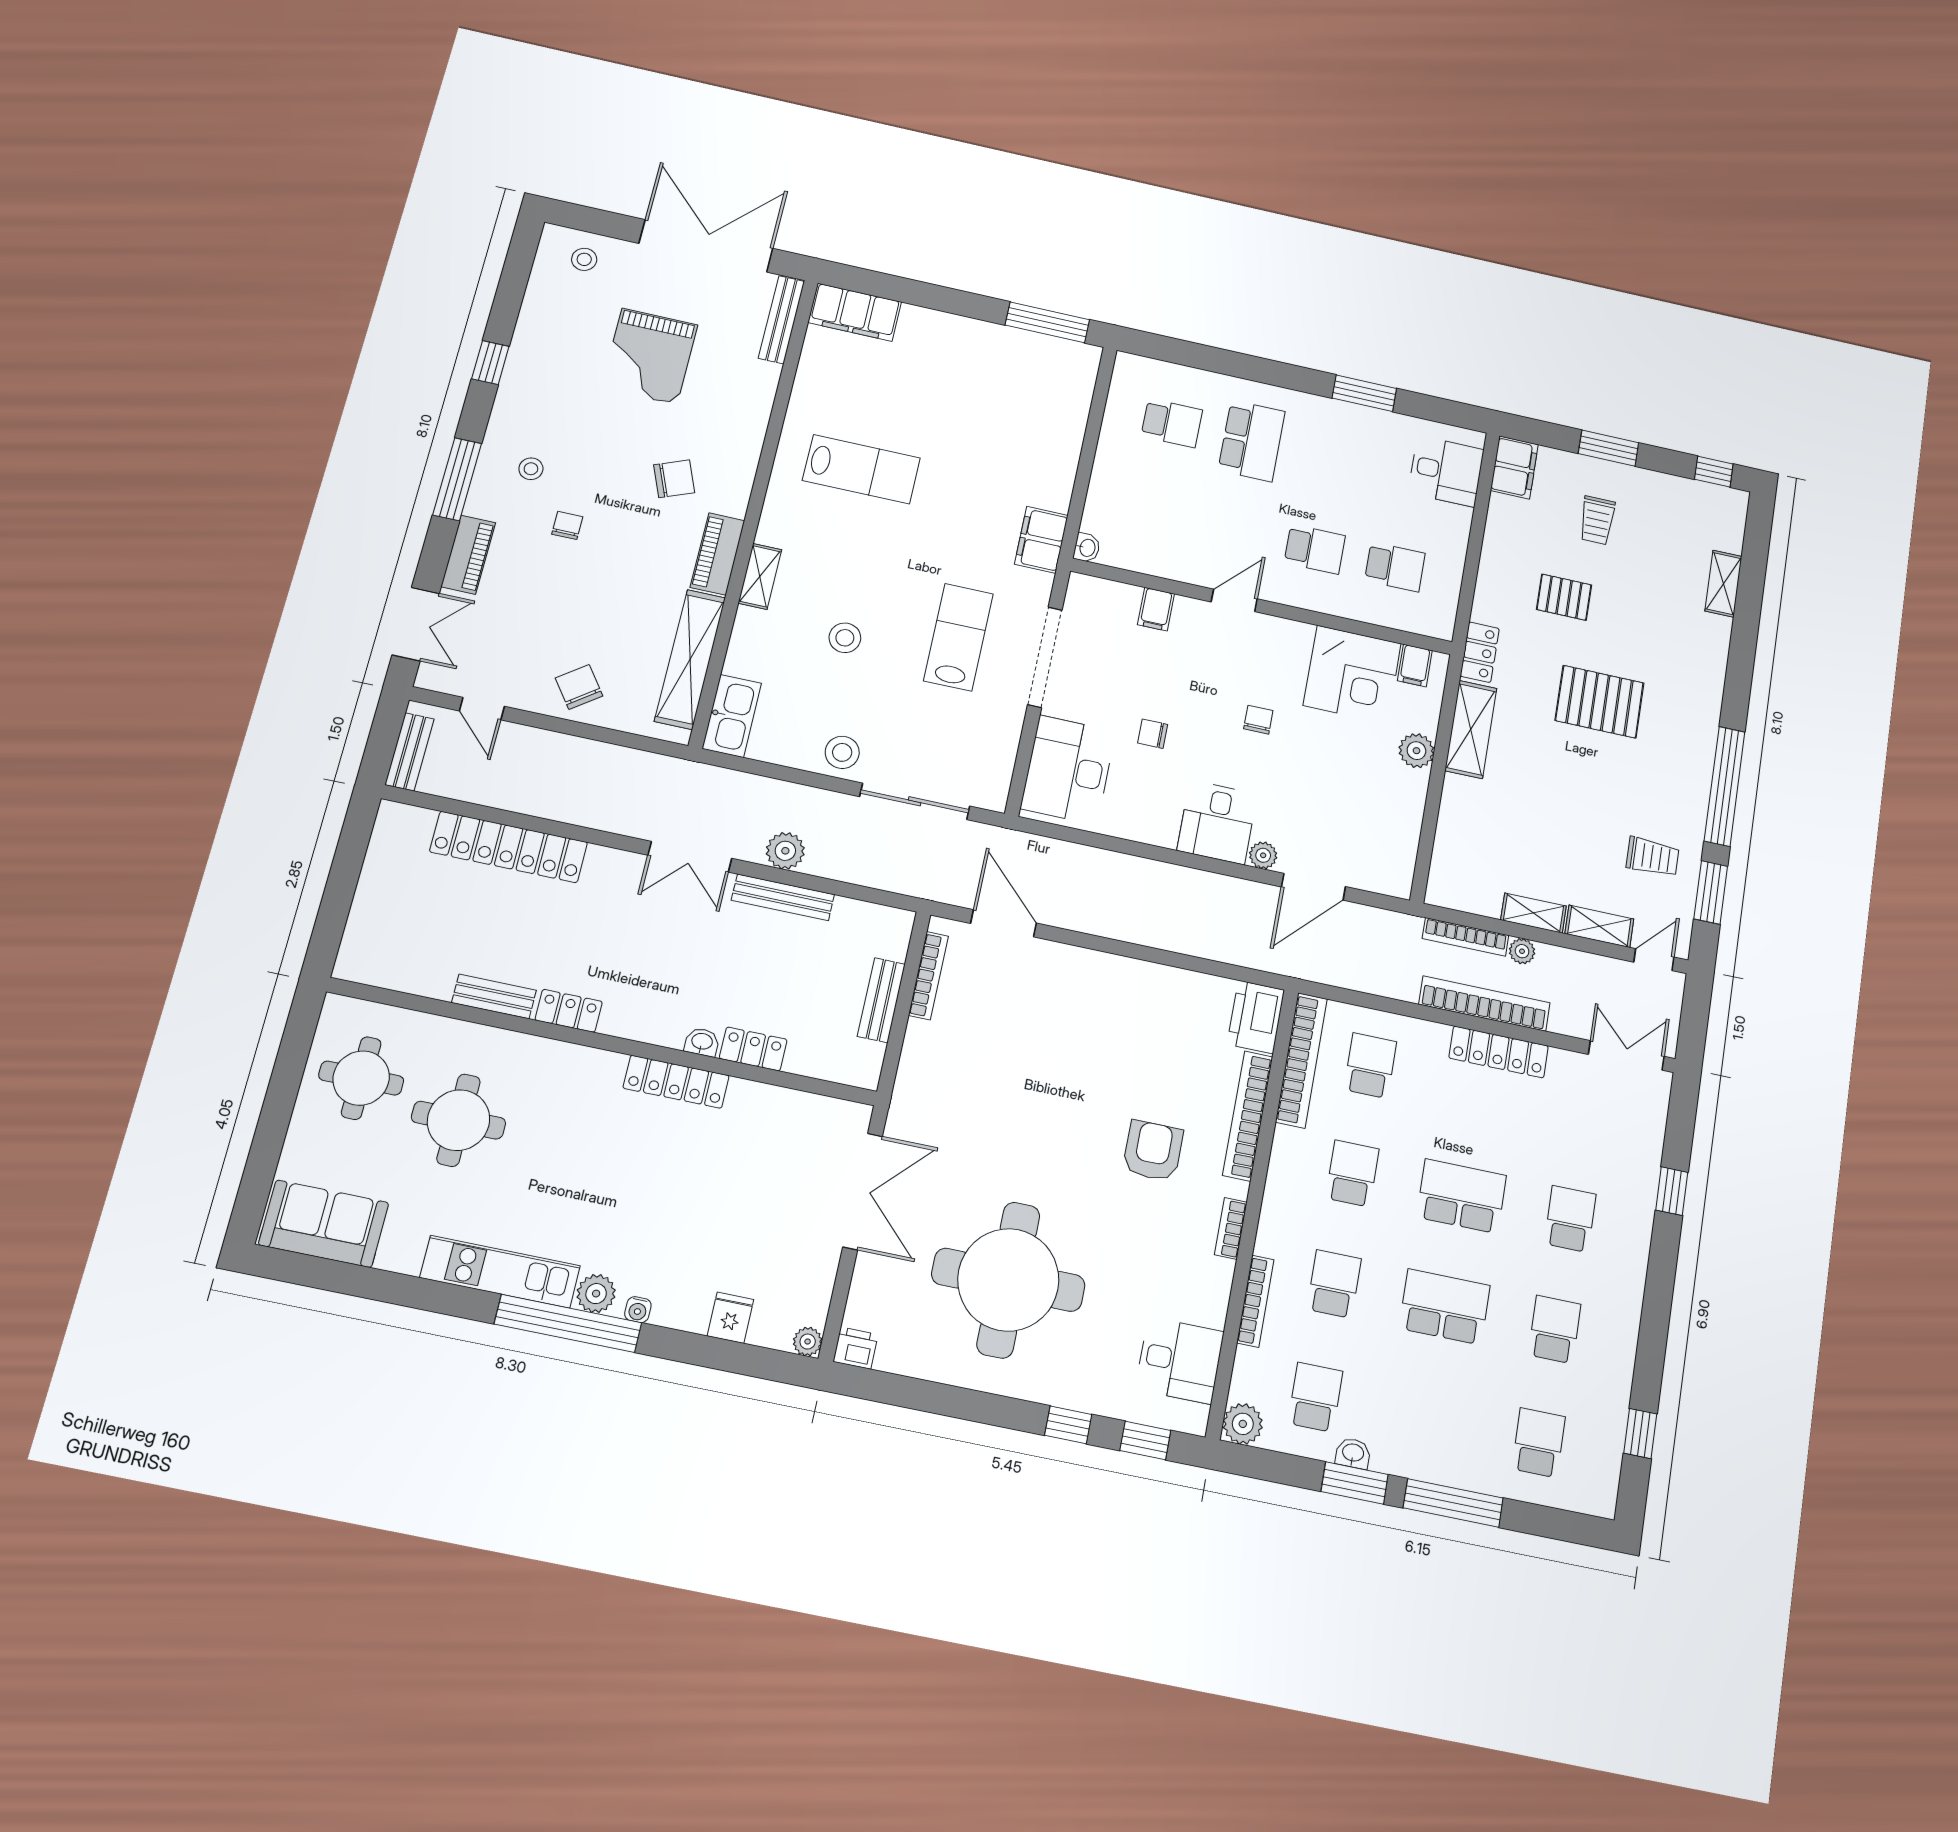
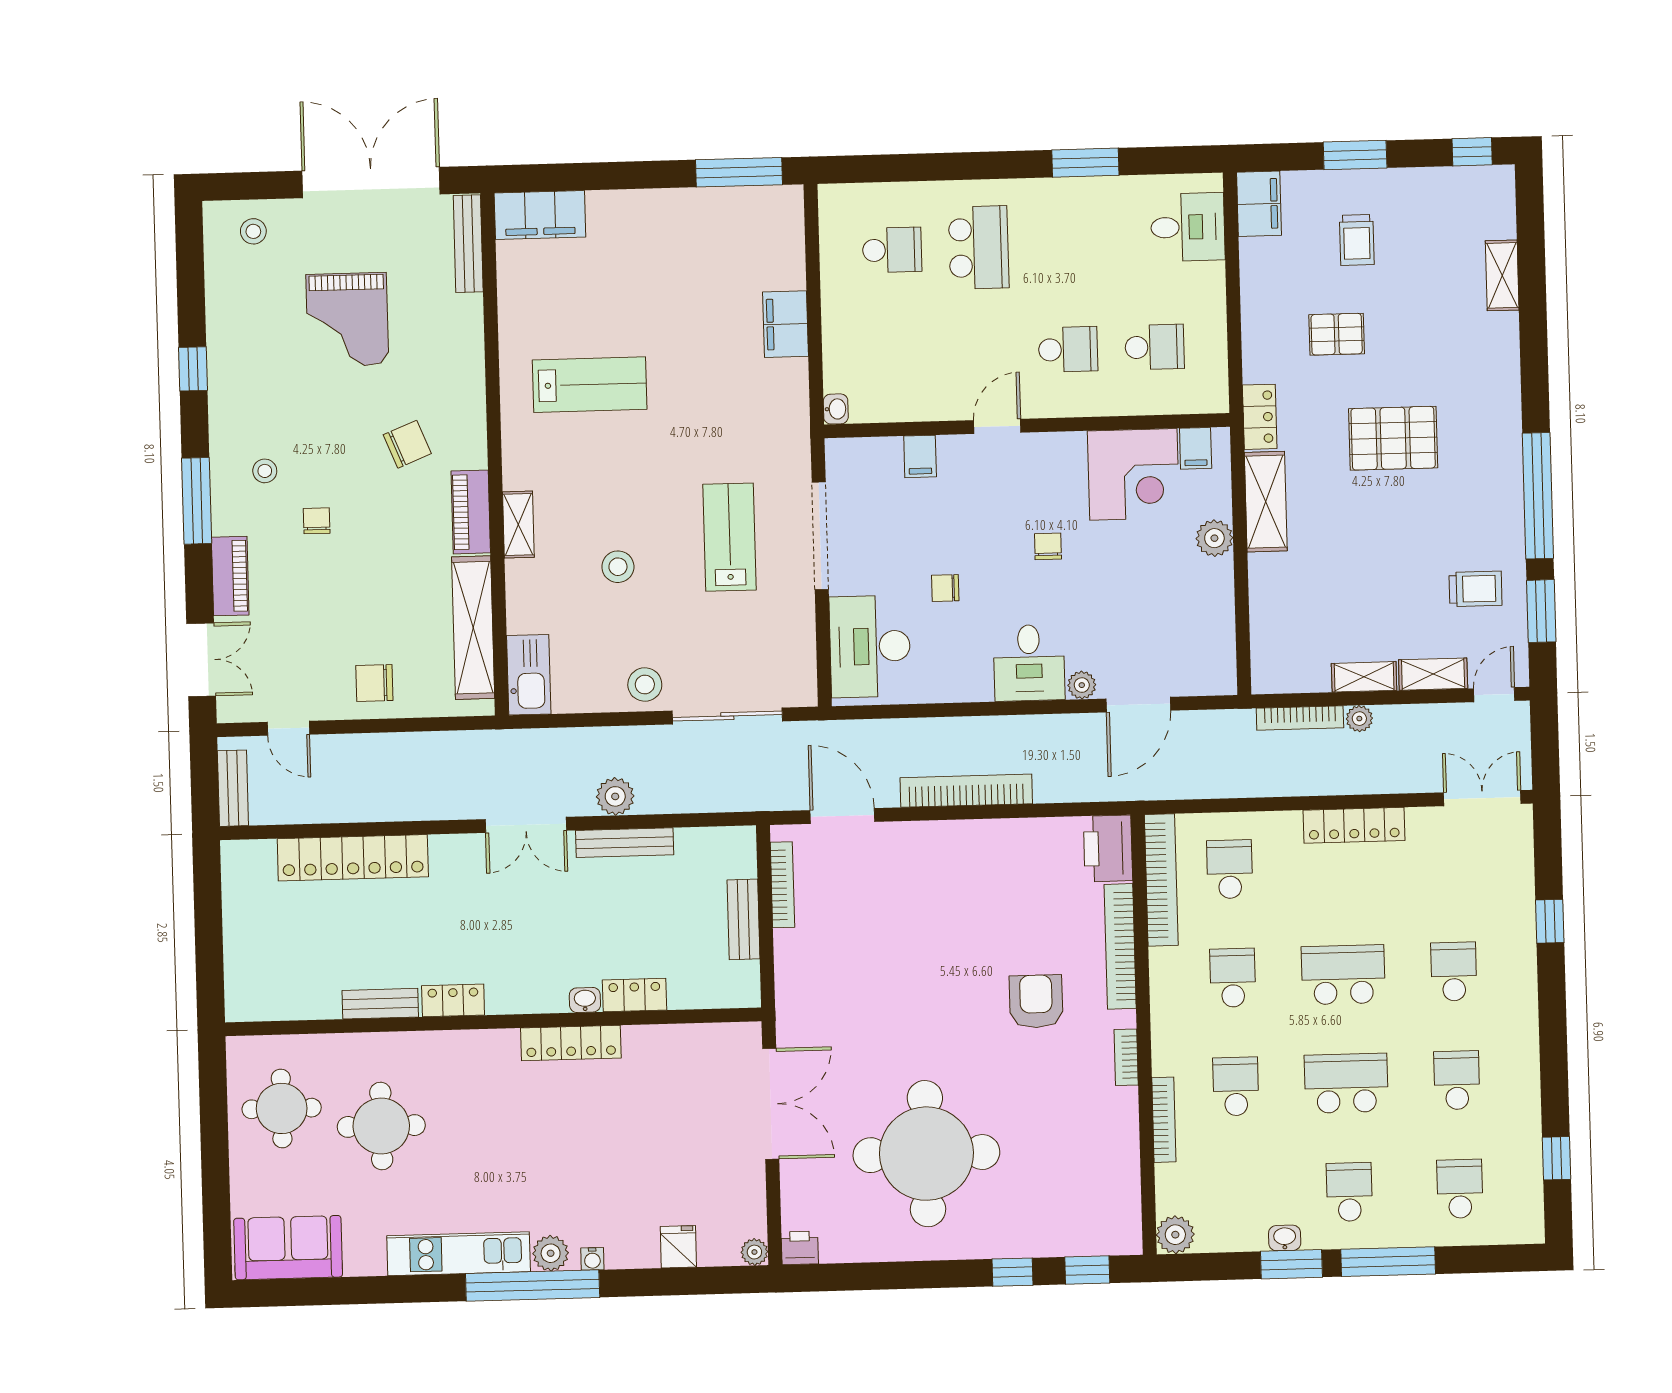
filing cabinet: (1041, 540) -> (786, 324), moved
chair: (579, 687) -> (374, 683), turned -54
bookcase: (1484, 1004) -> (966, 791), moved
desk: (1180, 1360) -> (1104, 1190), removed
school desk: (1315, 1397) -> (1349, 1192), moved

